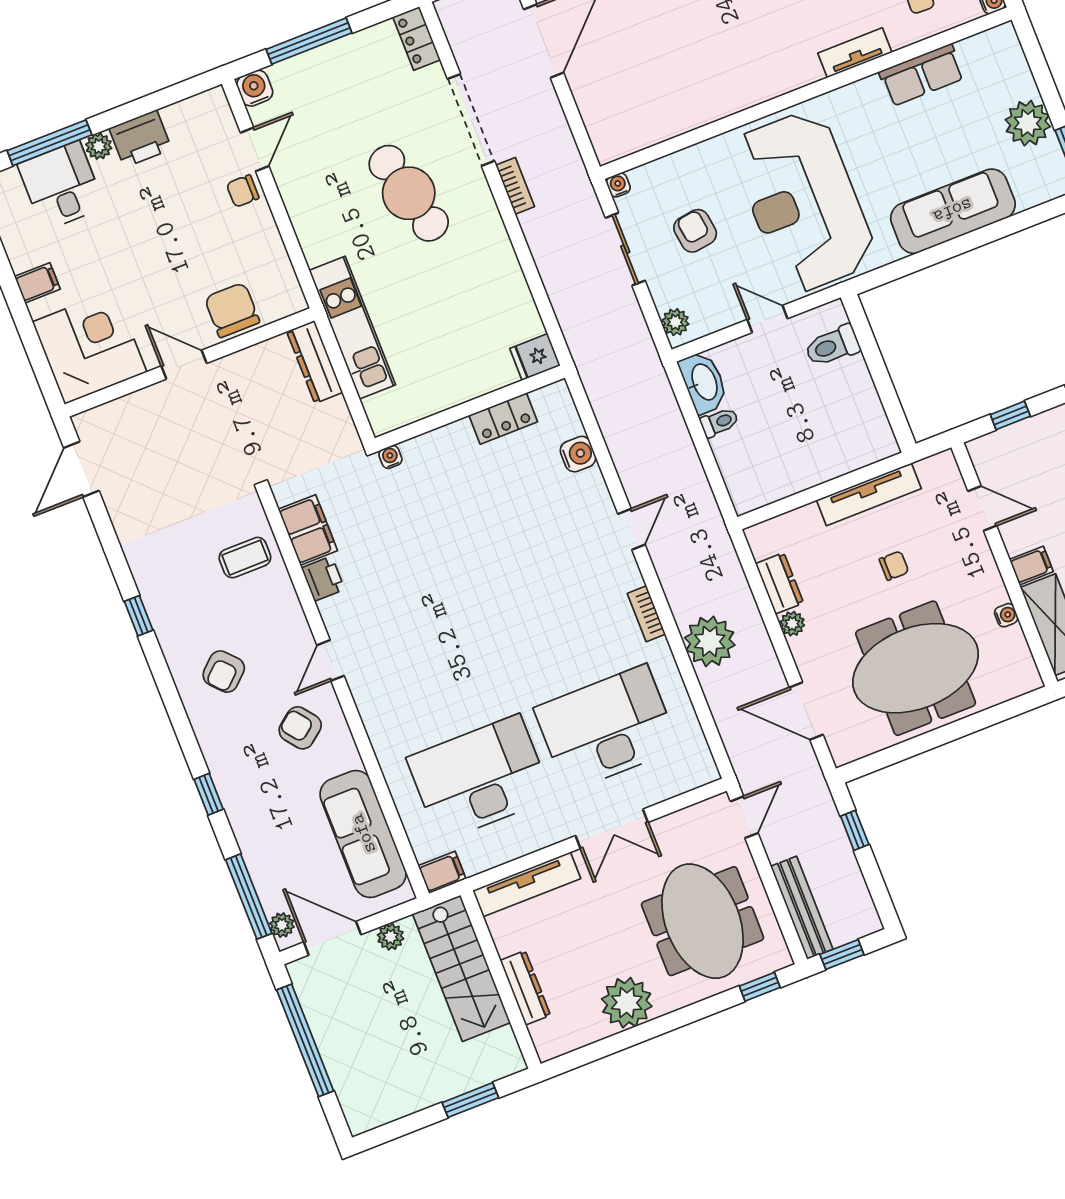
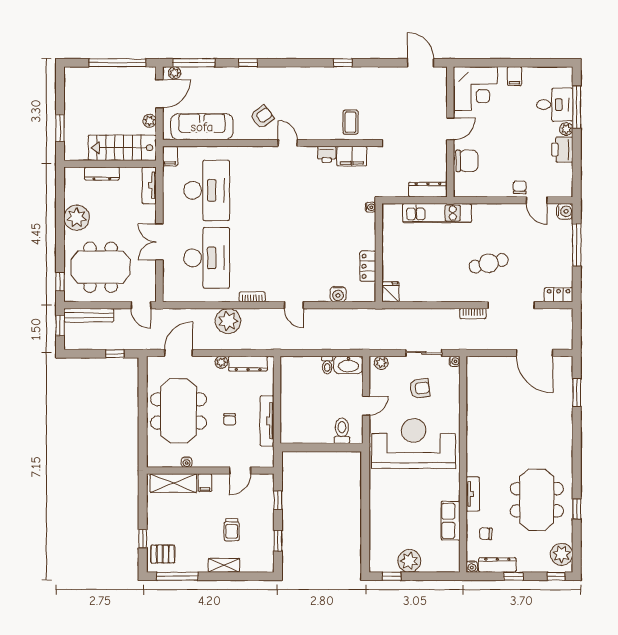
cafe table: (409, 193) -> (489, 263), width x0.73, depth x0.74
sofa: (953, 211) -> (382, 511), removed
dresser: (779, 583) -> (248, 364), width x1.44
armchair: (224, 672) -> (302, 92), removed
tv unit: (527, 884) -> (149, 185), width x0.71

